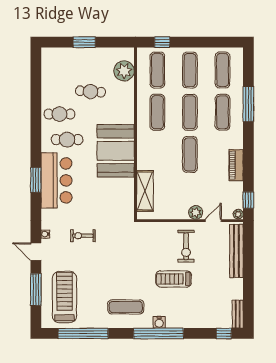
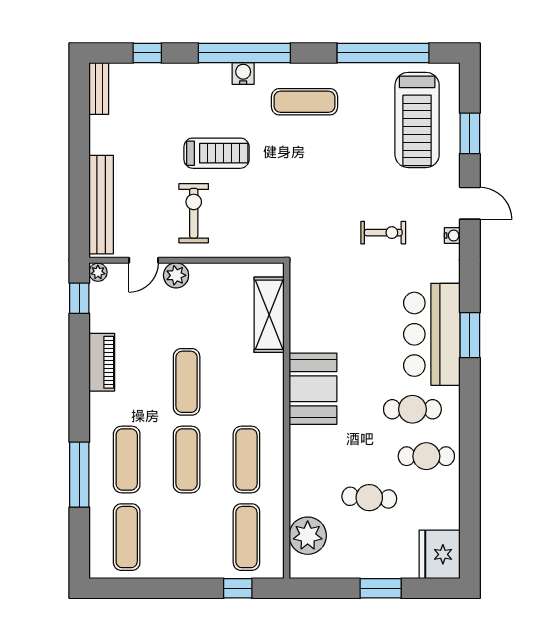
fridge: (52, 61) -> (440, 554), added
exercise mat: (190, 70) -> (187, 537), removed
booth: (116, 151) -> (313, 389), width x0.73, depth x0.70
window: (36, 290) -> (470, 133), width x0.69
window: (224, 333) -> (147, 53), moved

